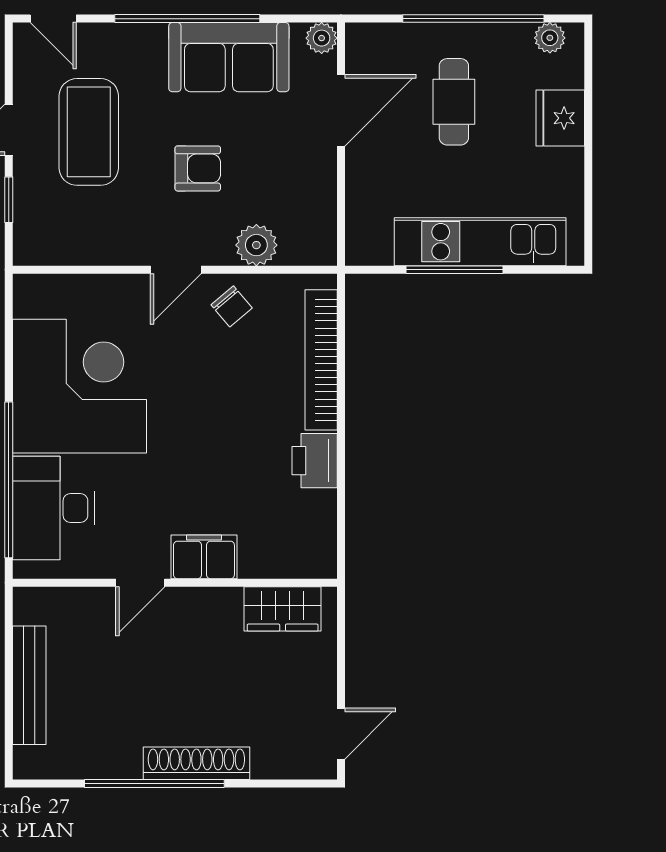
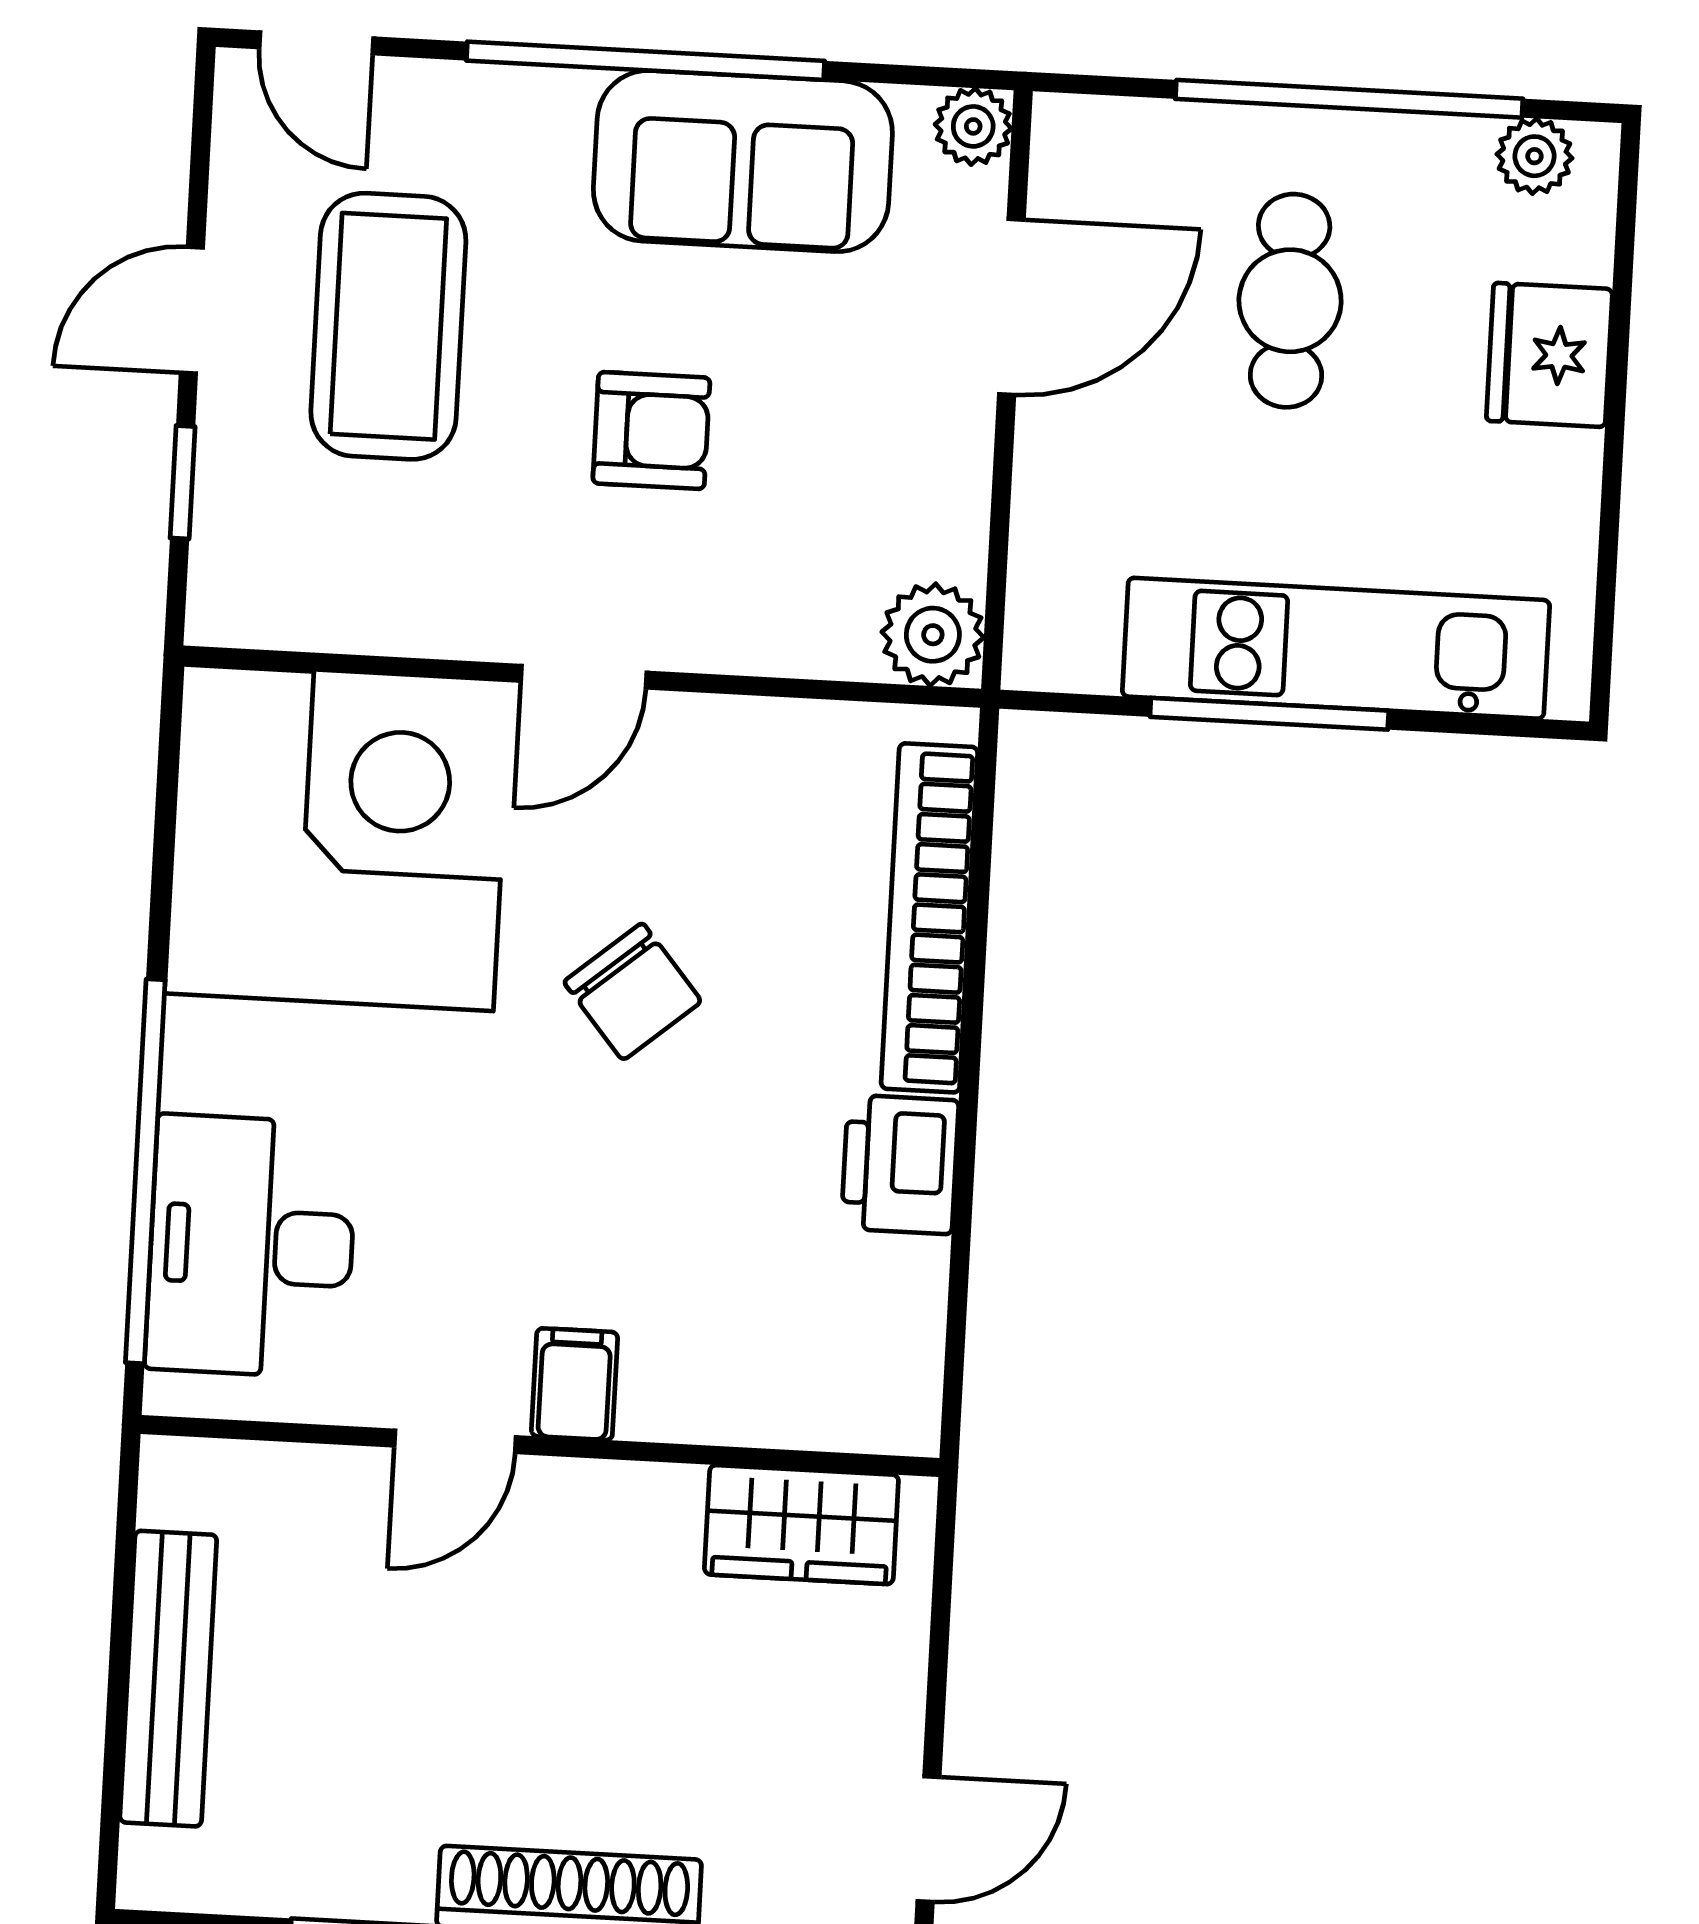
plant: (256, 245) -> (933, 635), moved
chair: (232, 306) -> (633, 992), moved, width x1.37, depth x1.37
corner desk: (79, 386) -> (338, 838), moved
filing cabinet: (204, 557) -> (575, 1384), width x0.50

